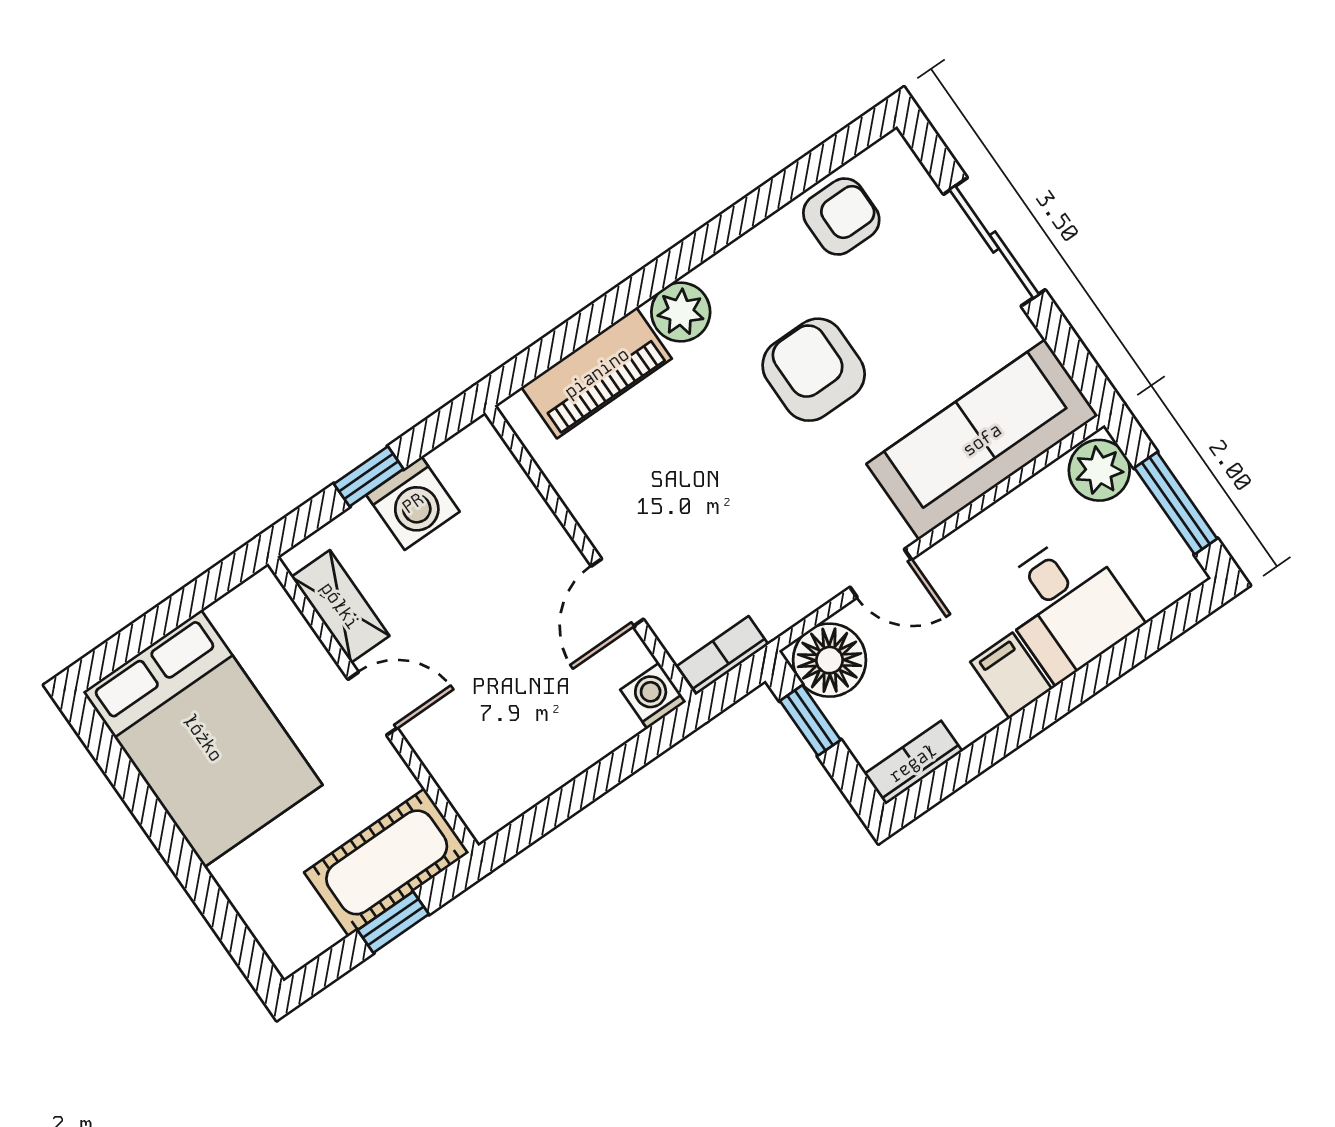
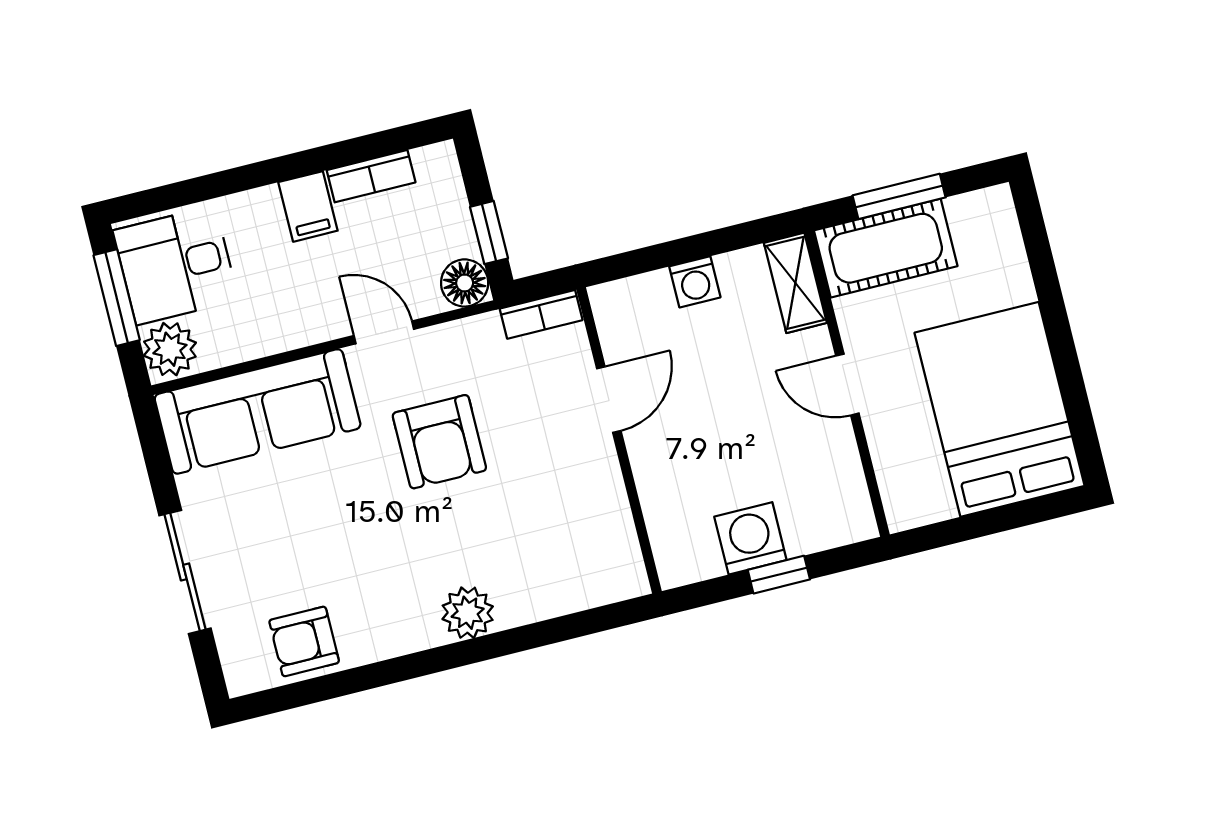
armchair: (814, 370) -> (439, 442), moved
piano: (597, 373) -> (557, 589), removed
shelving: (340, 606) -> (795, 283), moved
desk: (1067, 606) -> (176, 265), moved, turned -90
floor lamp: (830, 660) -> (465, 283), width x0.73, depth x0.73
washing machine: (653, 696) -> (695, 282), moved
bookcase: (913, 763) -> (371, 176), moved
window: (393, 922) -> (899, 196), width x1.50

